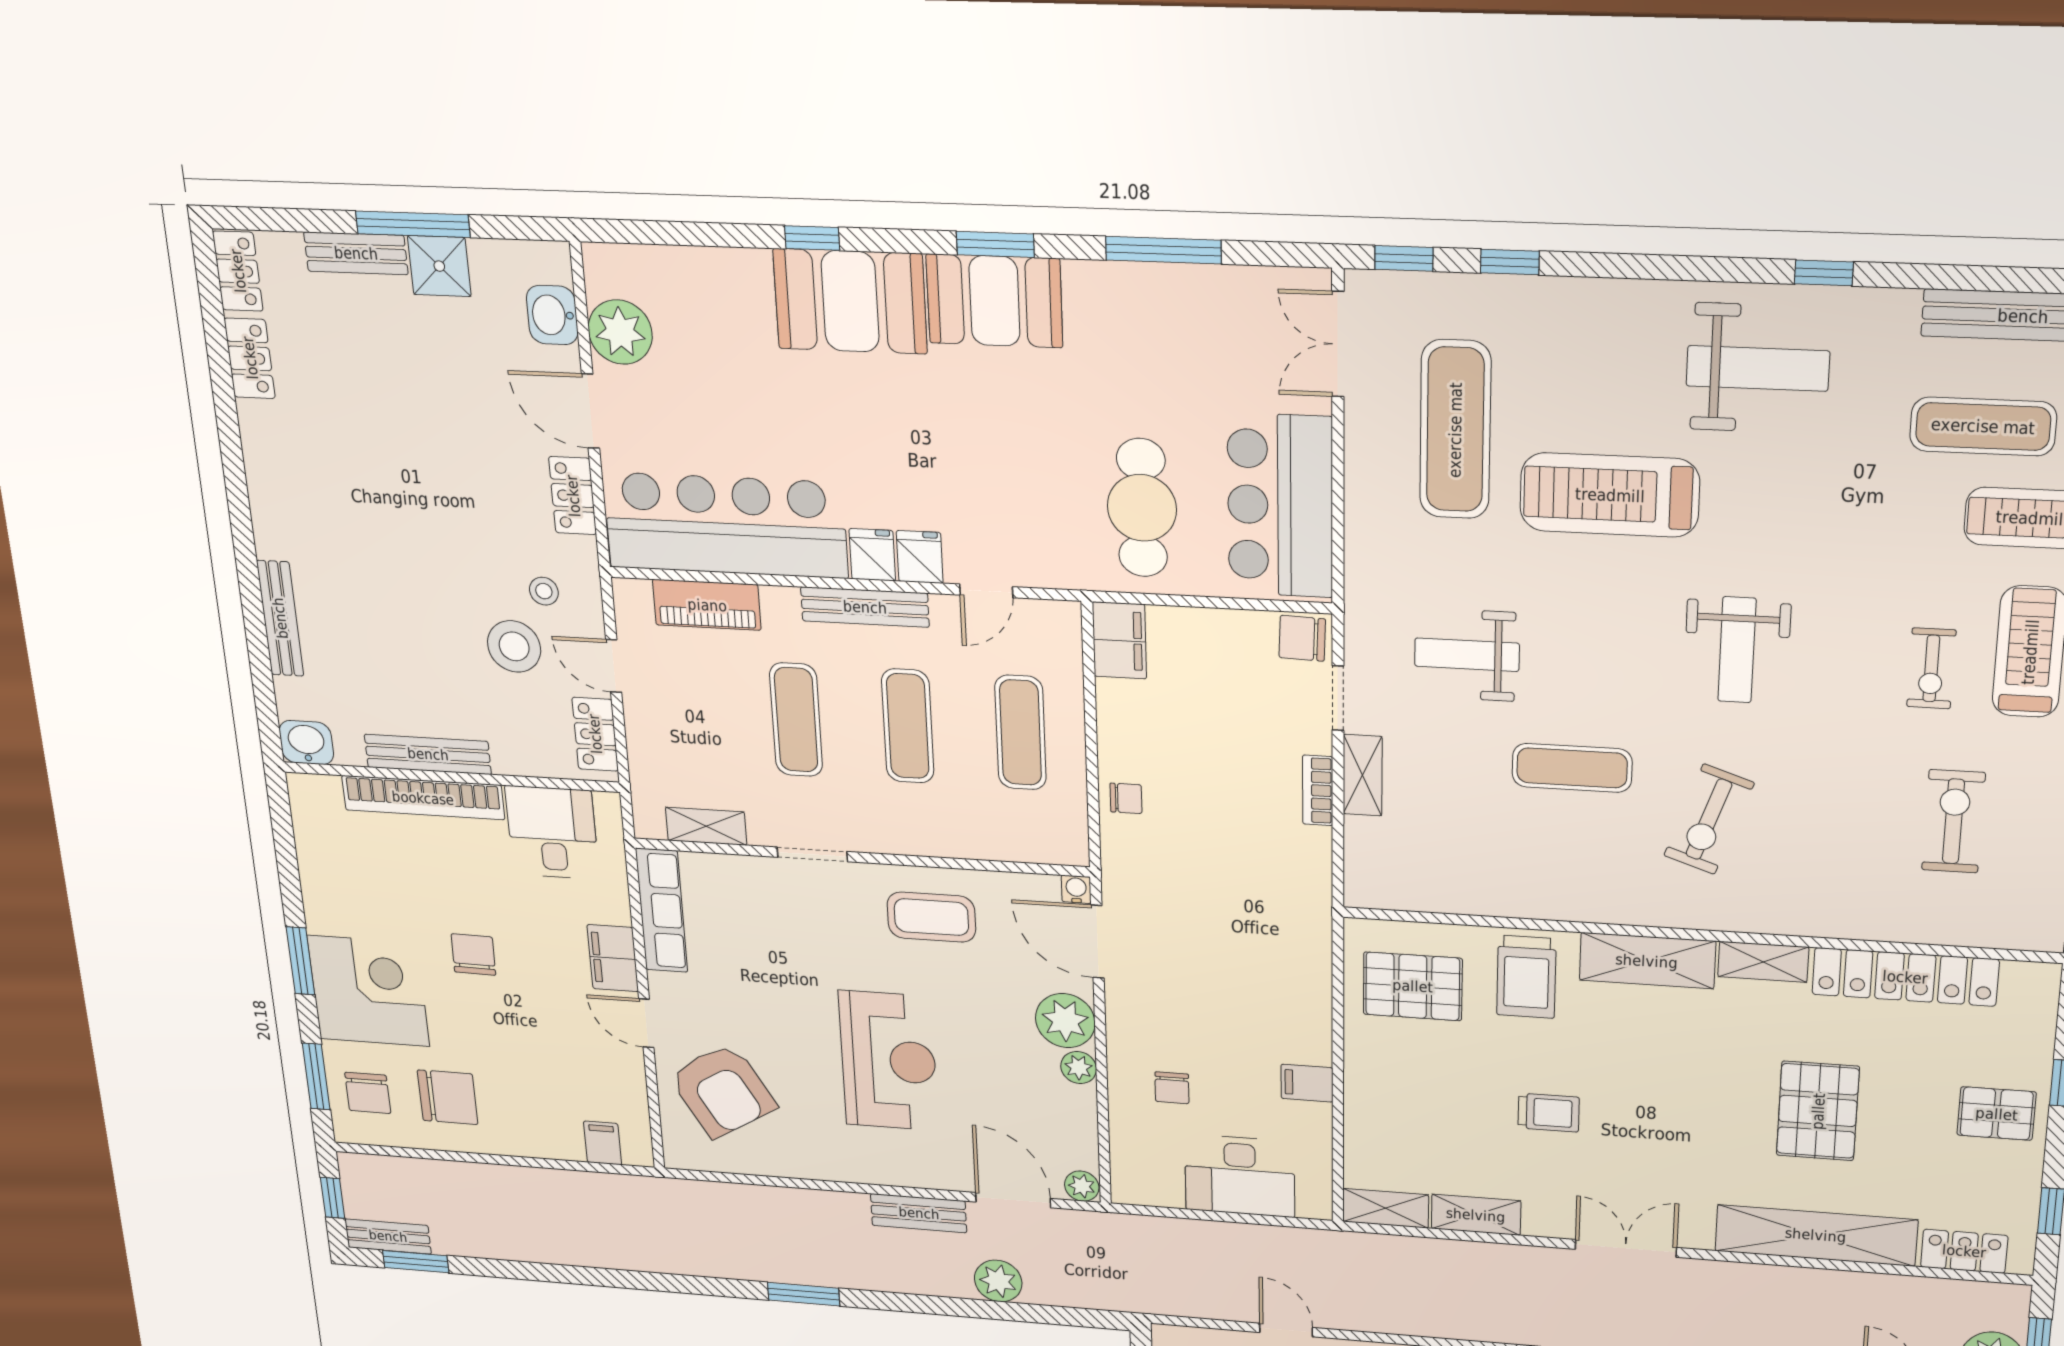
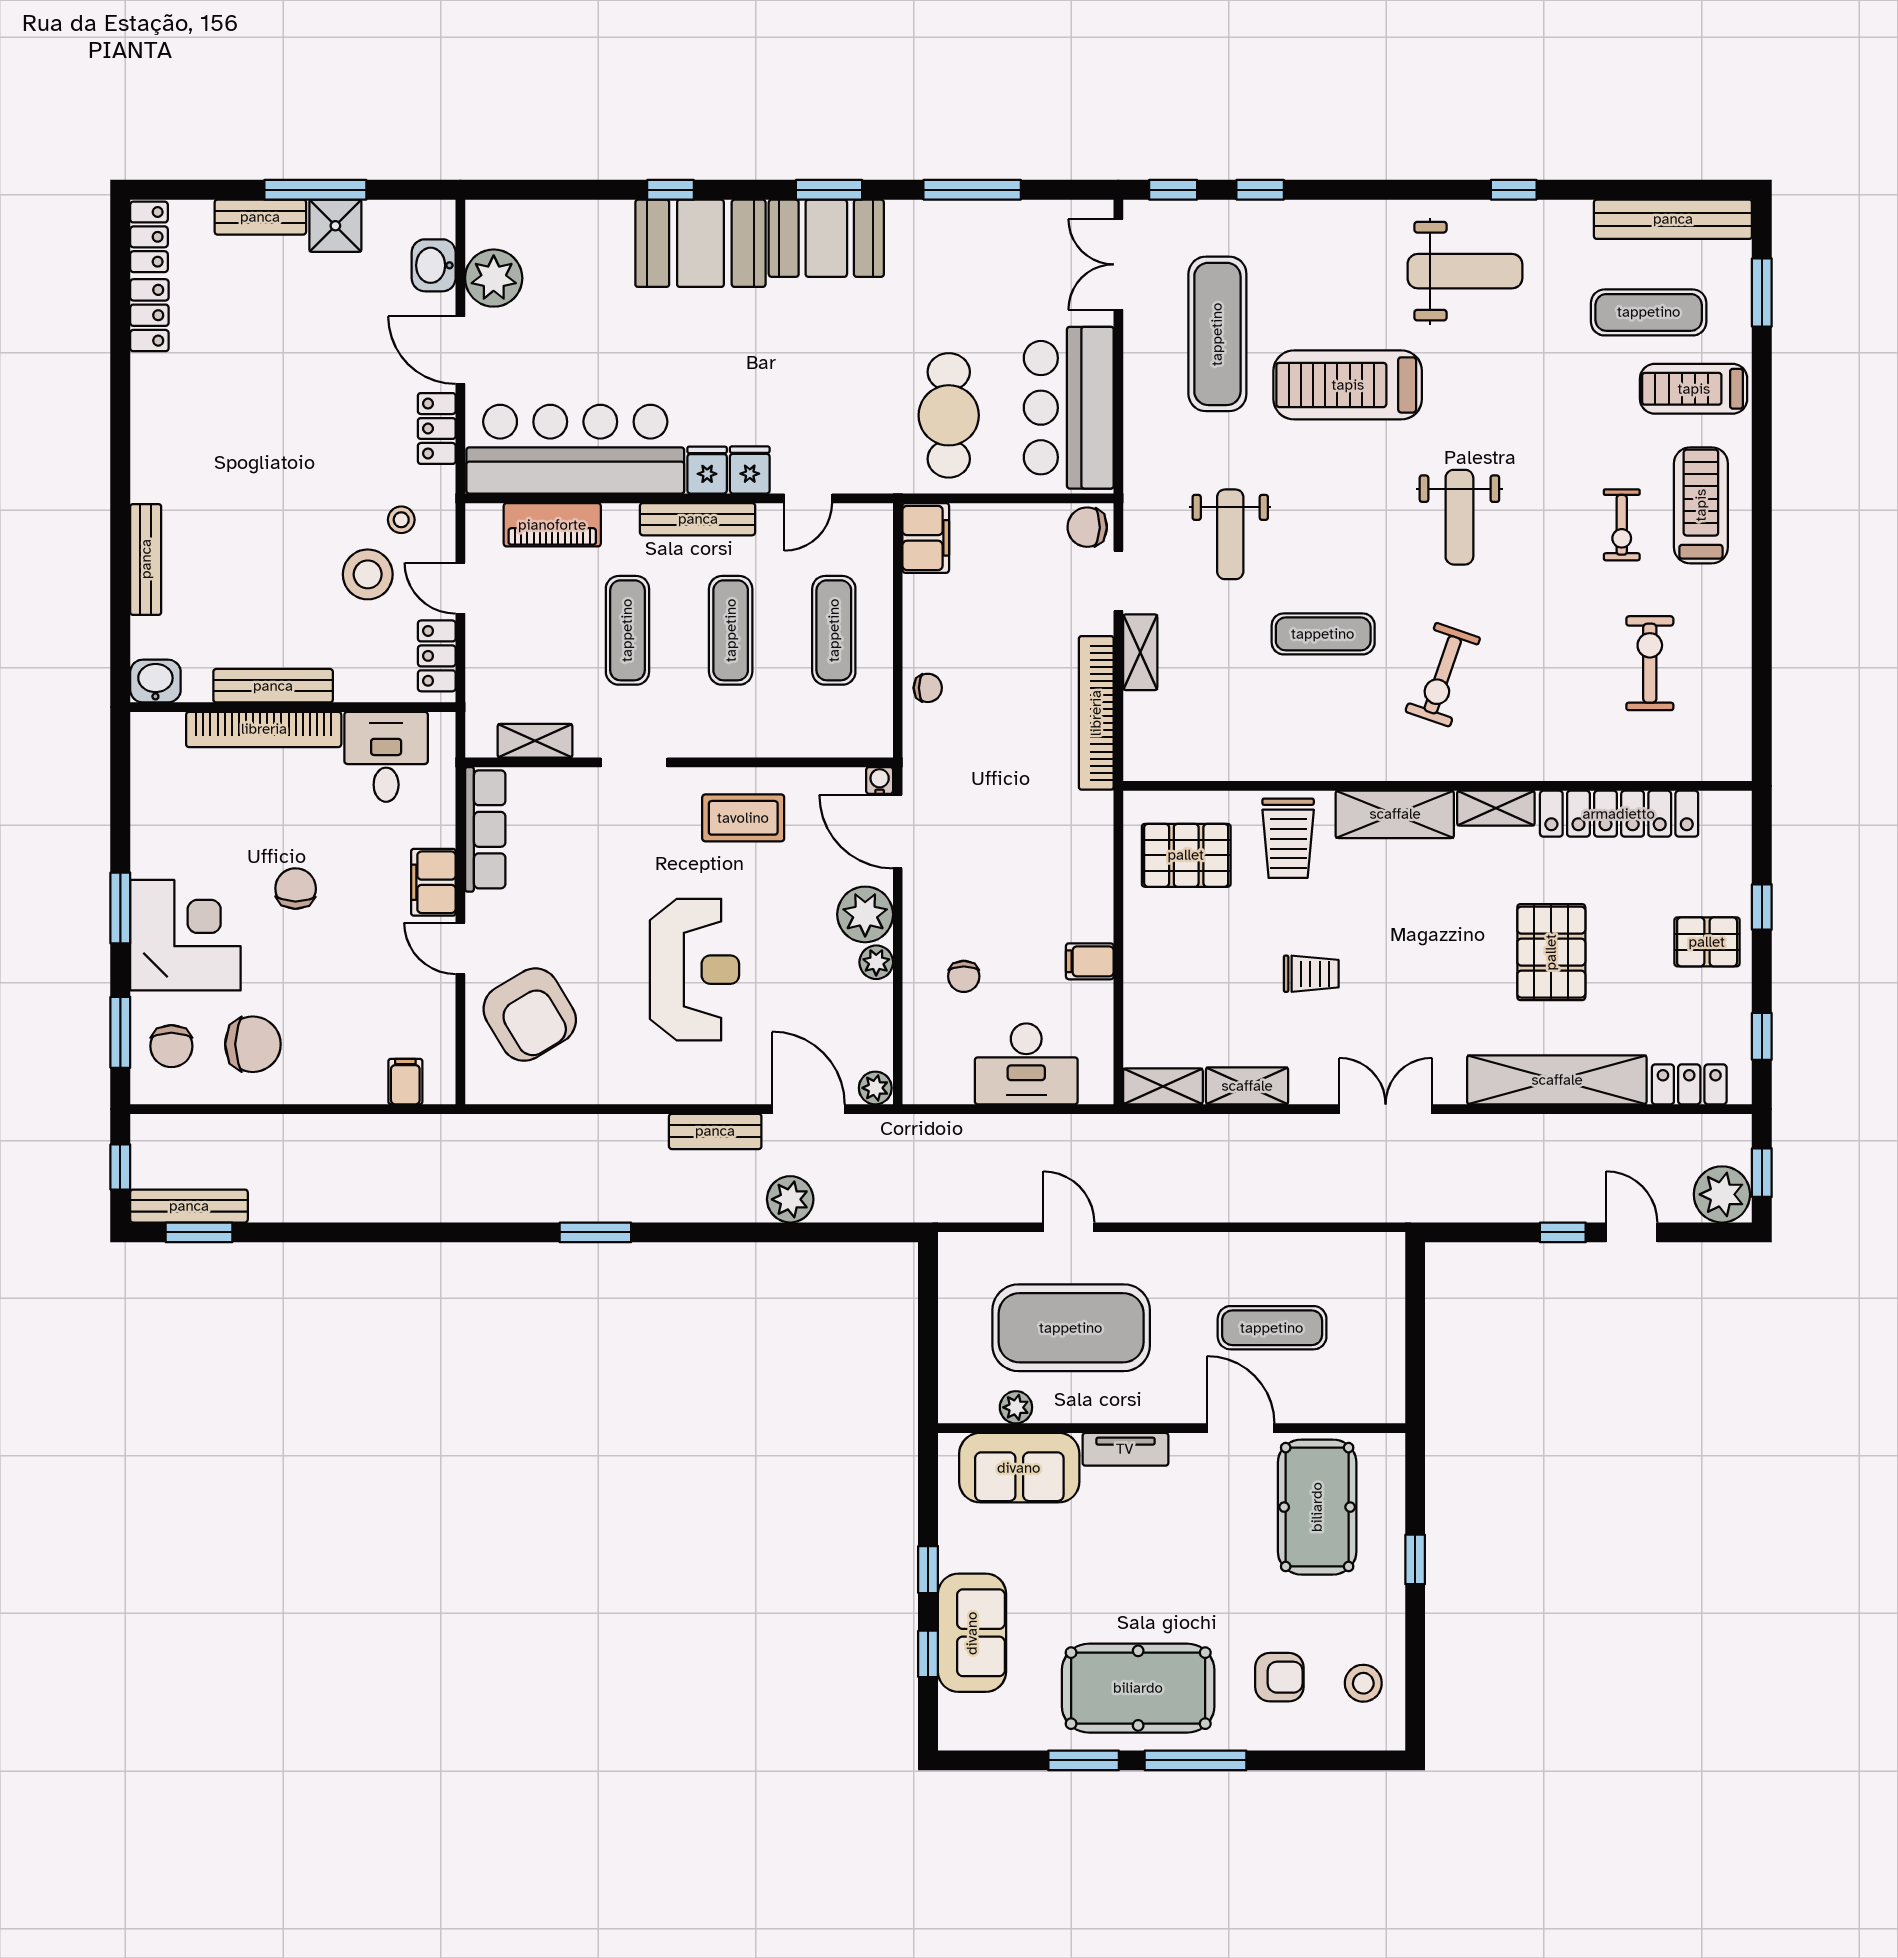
weight bench: (1467, 655) -> (1230, 534), turned -90
bookcase: (1318, 790) -> (1096, 713), width x2.31, depth x1.31
bench: (388, 1236) -> (189, 1206), width x1.36

